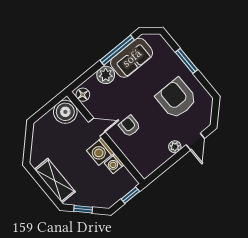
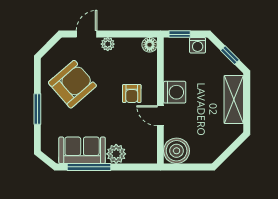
floor lamp: (83, 95) -> (150, 45), moved
armchair: (176, 98) -> (72, 84), turned -131
washing machine: (114, 164) -> (198, 45), moved, turned 90

